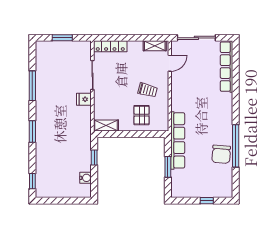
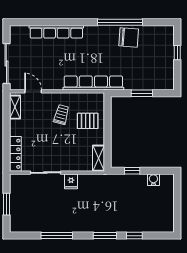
row of seats: (227, 67) -> (56, 32), moved
row of seats: (178, 140) -> (93, 83), moved
window: (32, 181) -> (134, 236), moved

